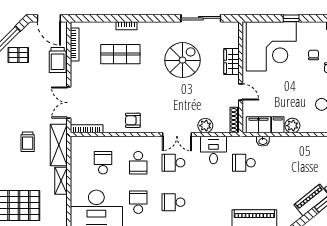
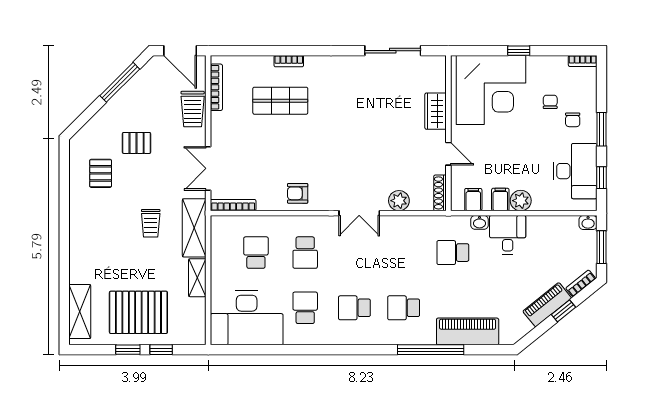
pallet: (18, 55) -> (137, 143), moved
spiral stairs: (183, 60) -> (367, 109), removed
filing cabinet: (258, 125) -> (473, 200), width x0.50
desk: (213, 150) -> (508, 235), moved
school desk: (173, 163) -> (404, 308), moved

